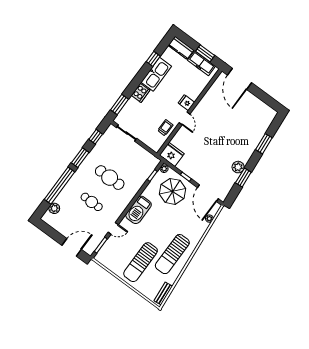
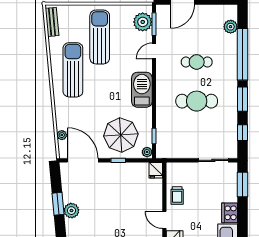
fridge: (172, 154) -> (156, 170), width x0.53, depth x0.75
plant: (107, 252) -> (143, 22), added

